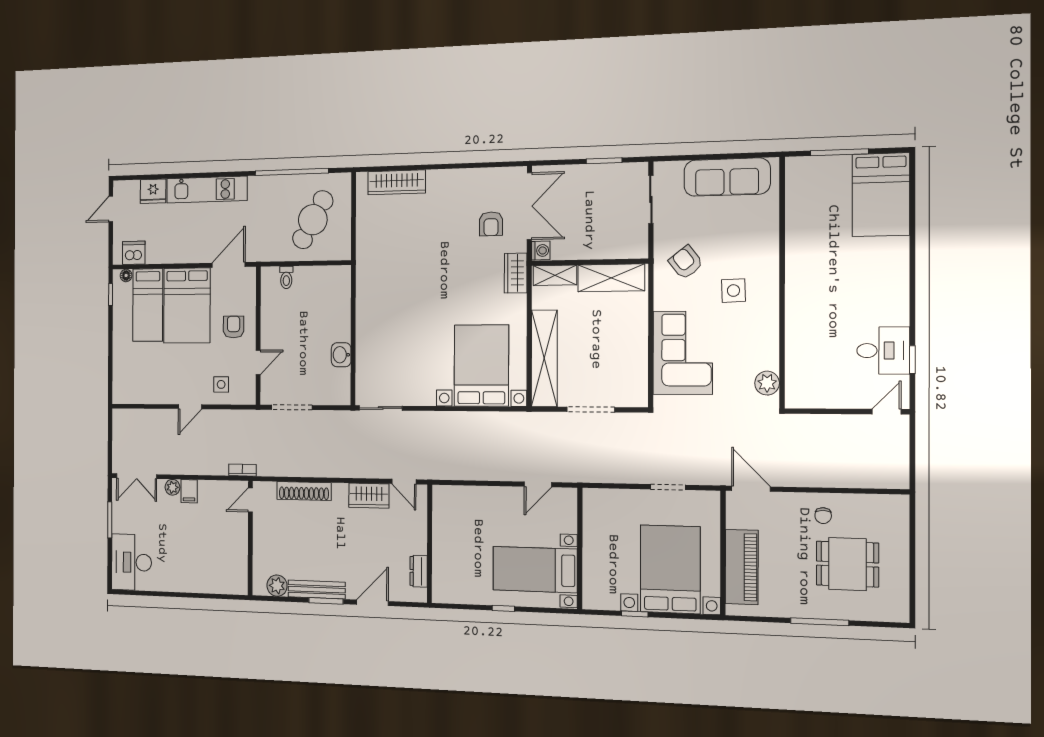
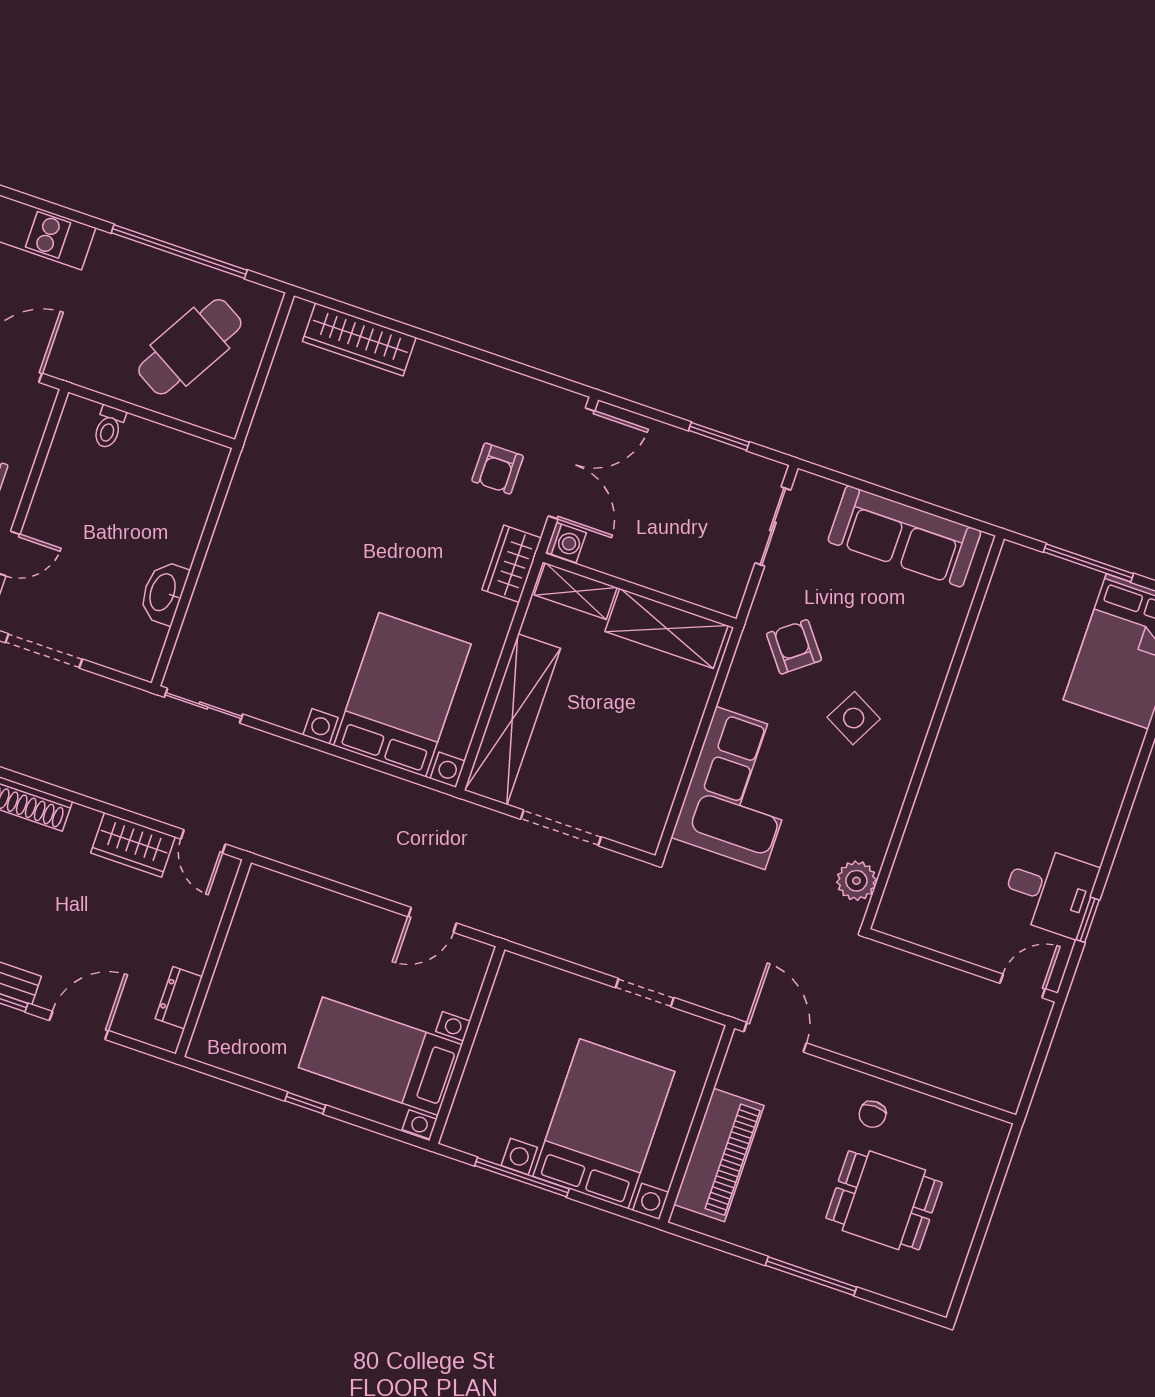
side table: (733, 291) -> (854, 718), turned 30
washbasin: (341, 355) -> (164, 593), width x1.38
window: (635, 614) -> (522, 1177), width x2.17

